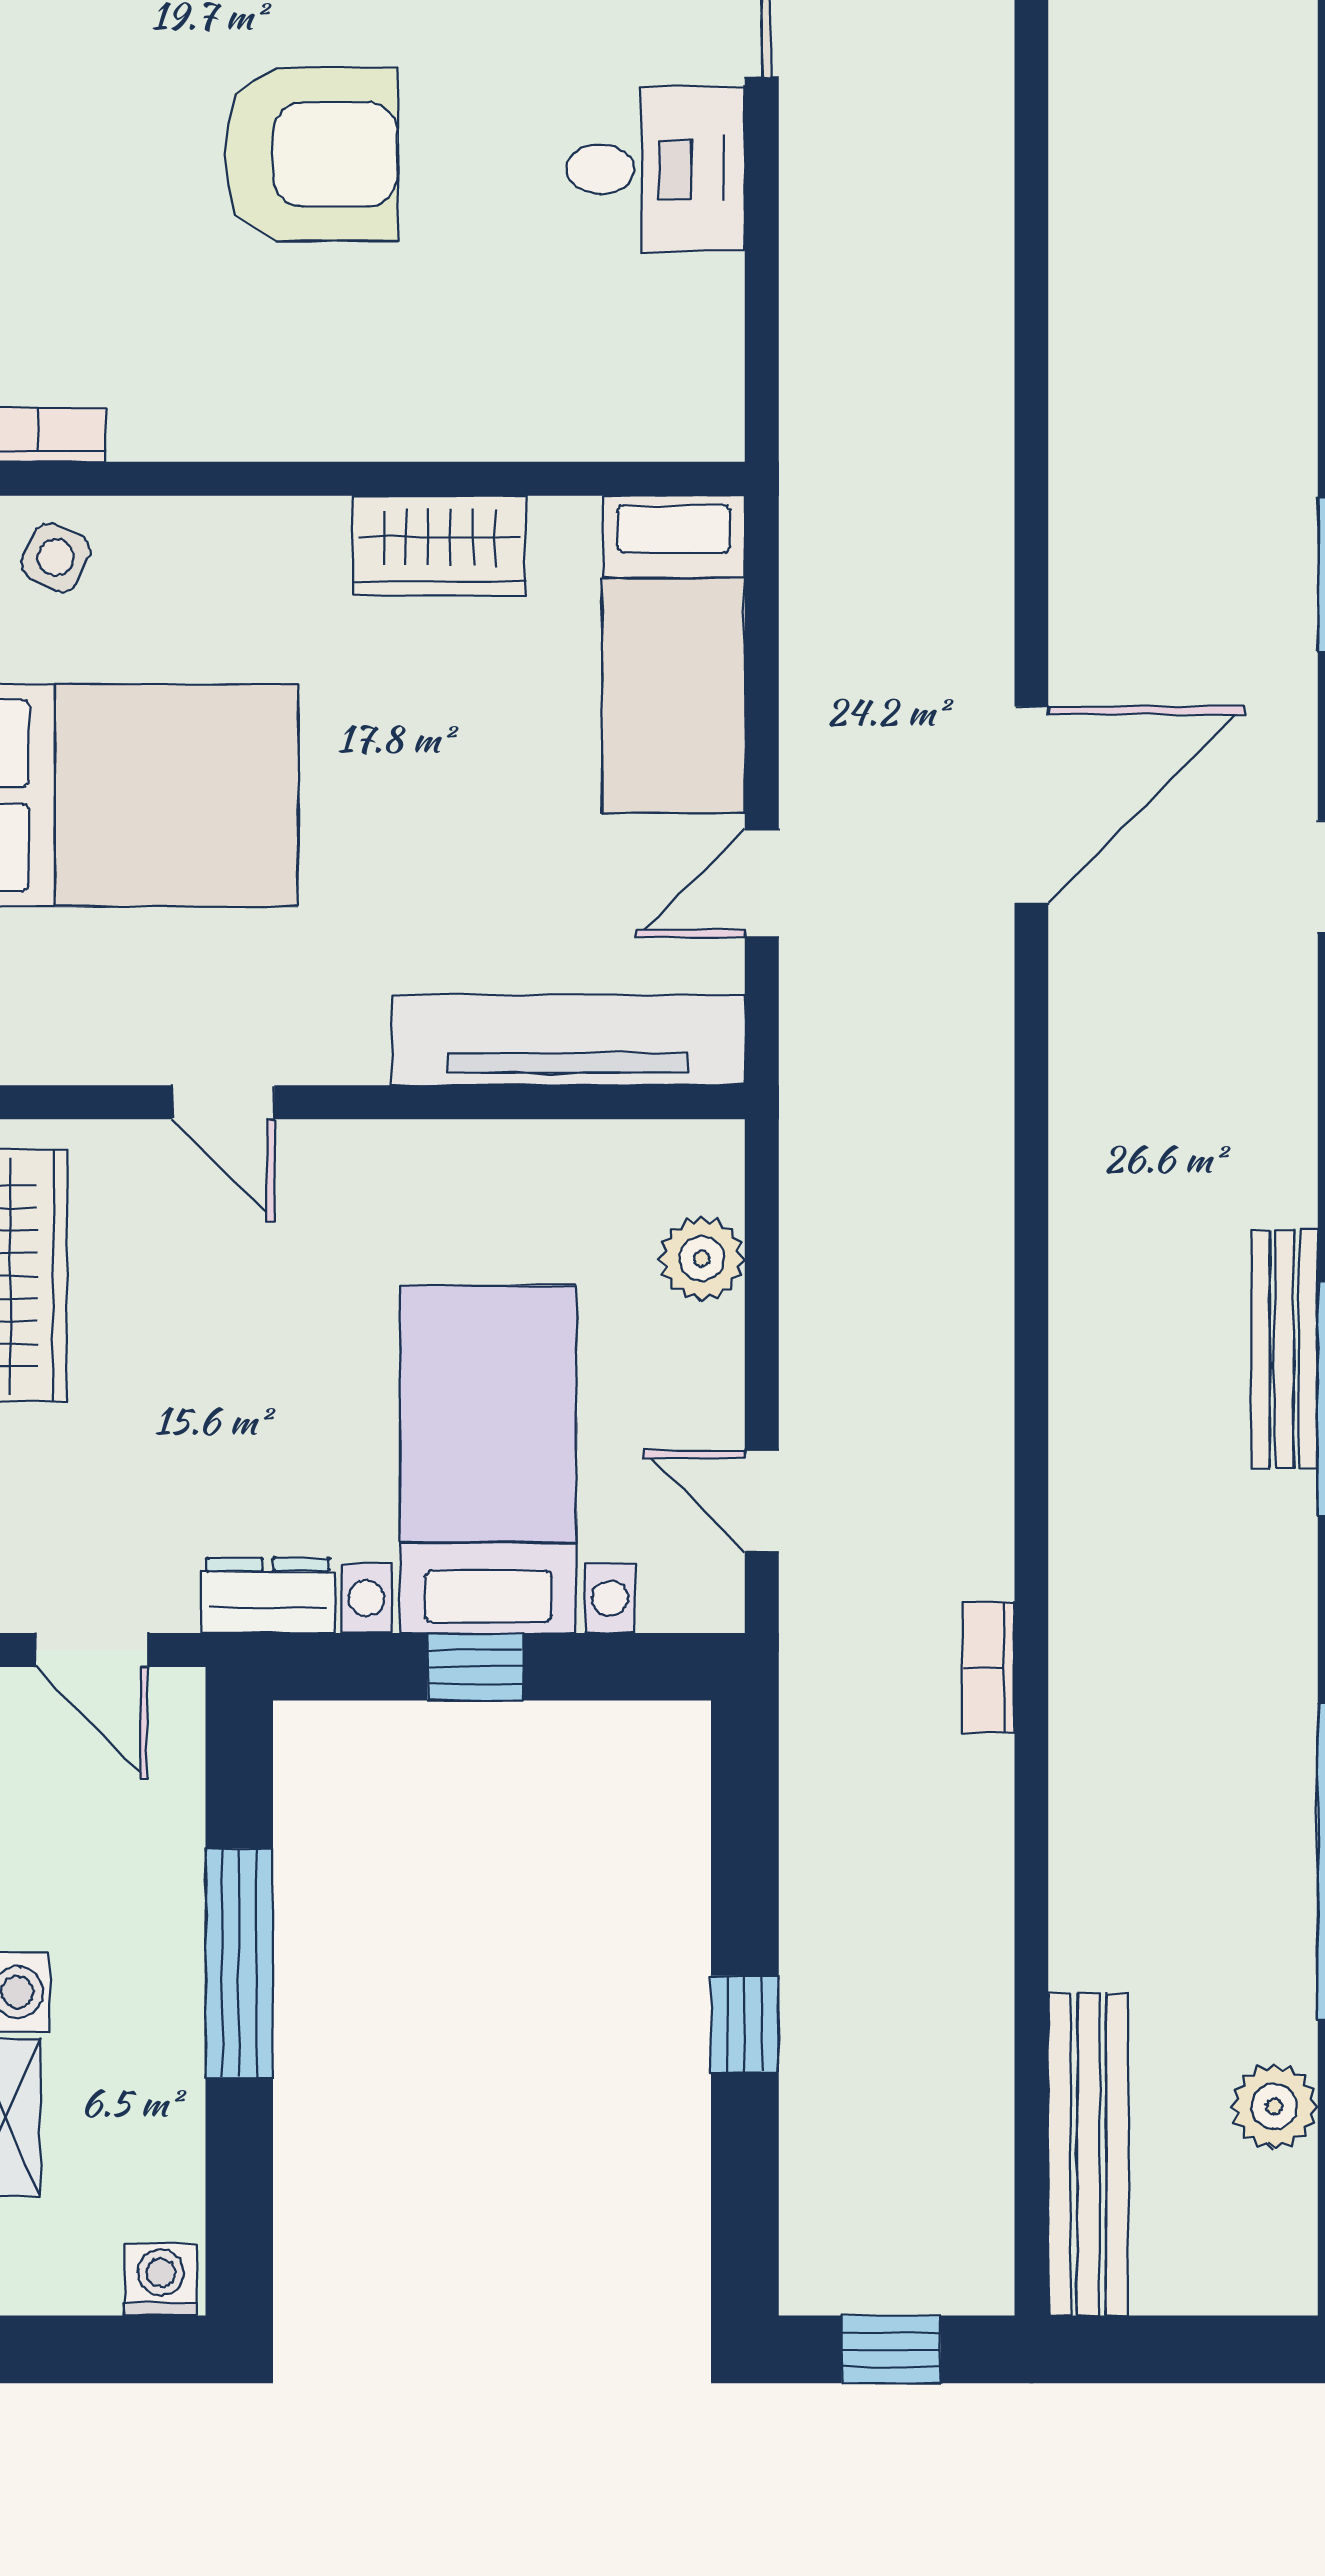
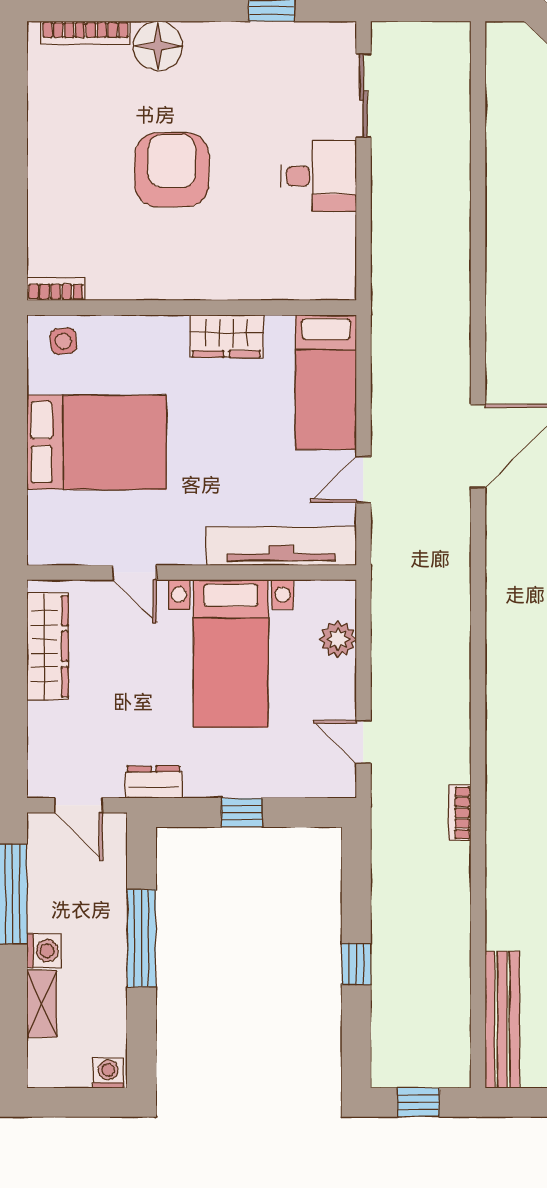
armchair: (311, 154) -> (172, 170), turned -90
side table: (56, 557) -> (63, 341), turned -31
bed with nightstands: (488, 1459) -> (231, 654), moved, turned 180

